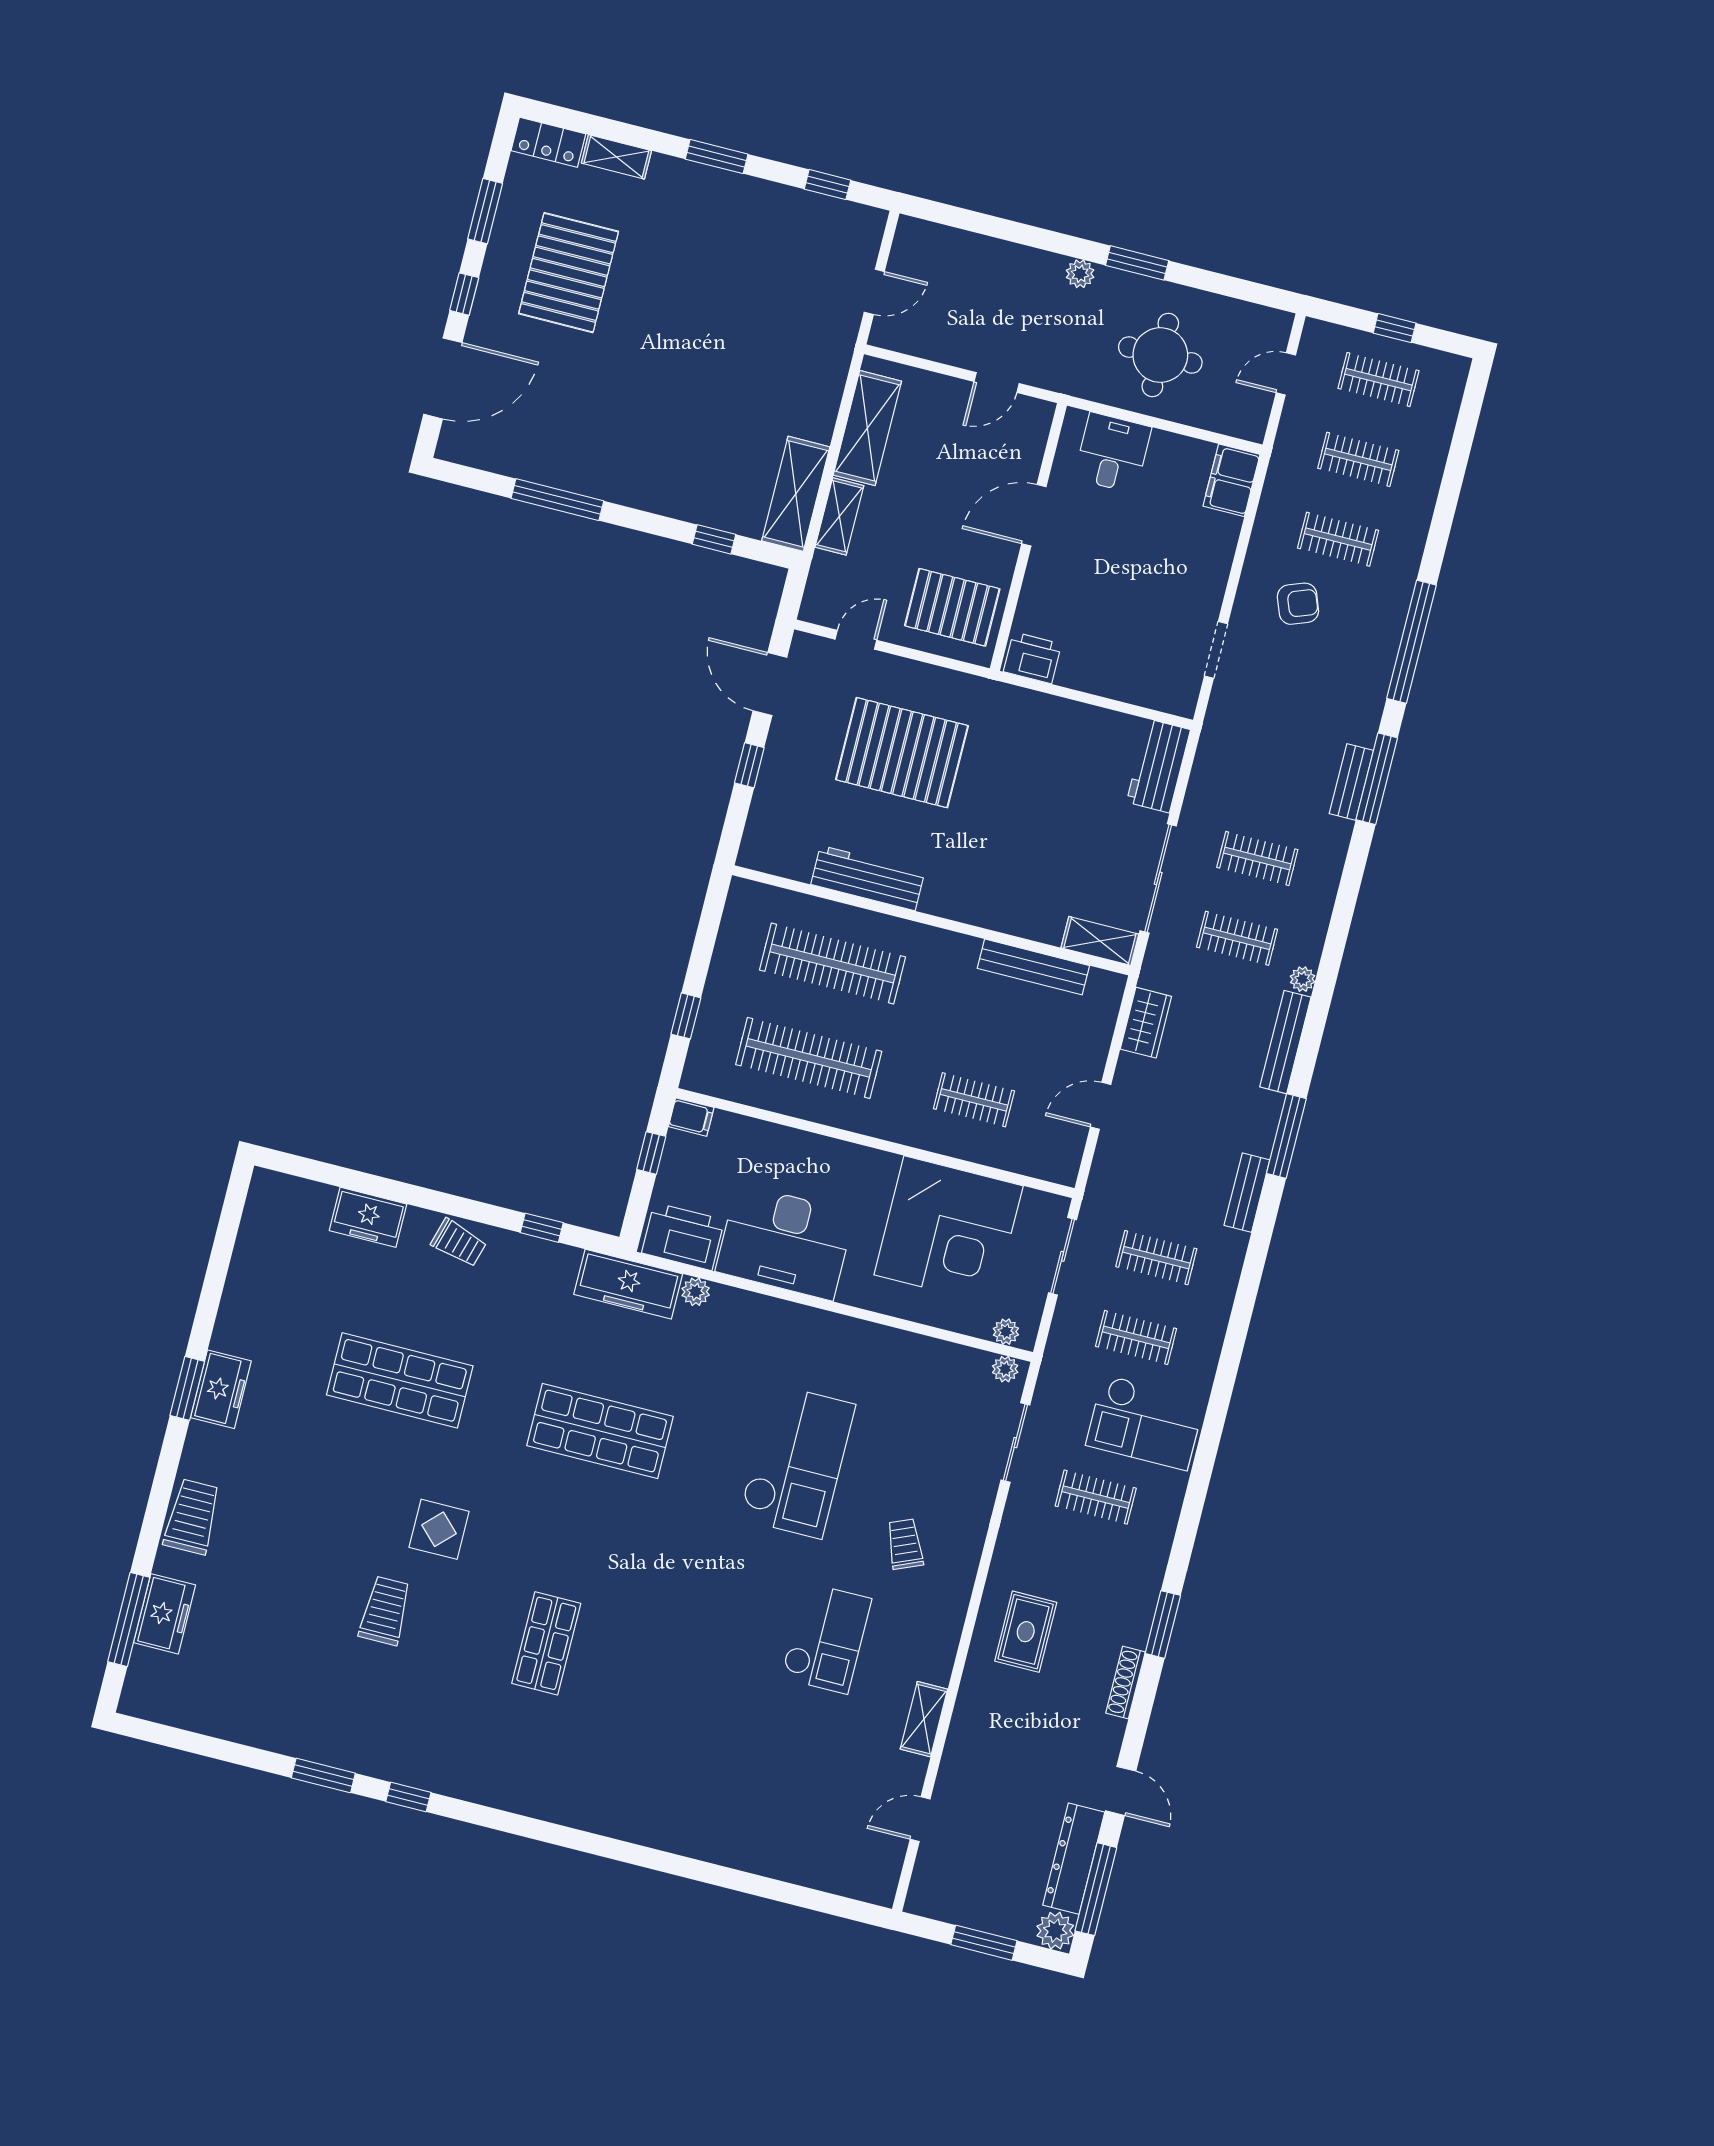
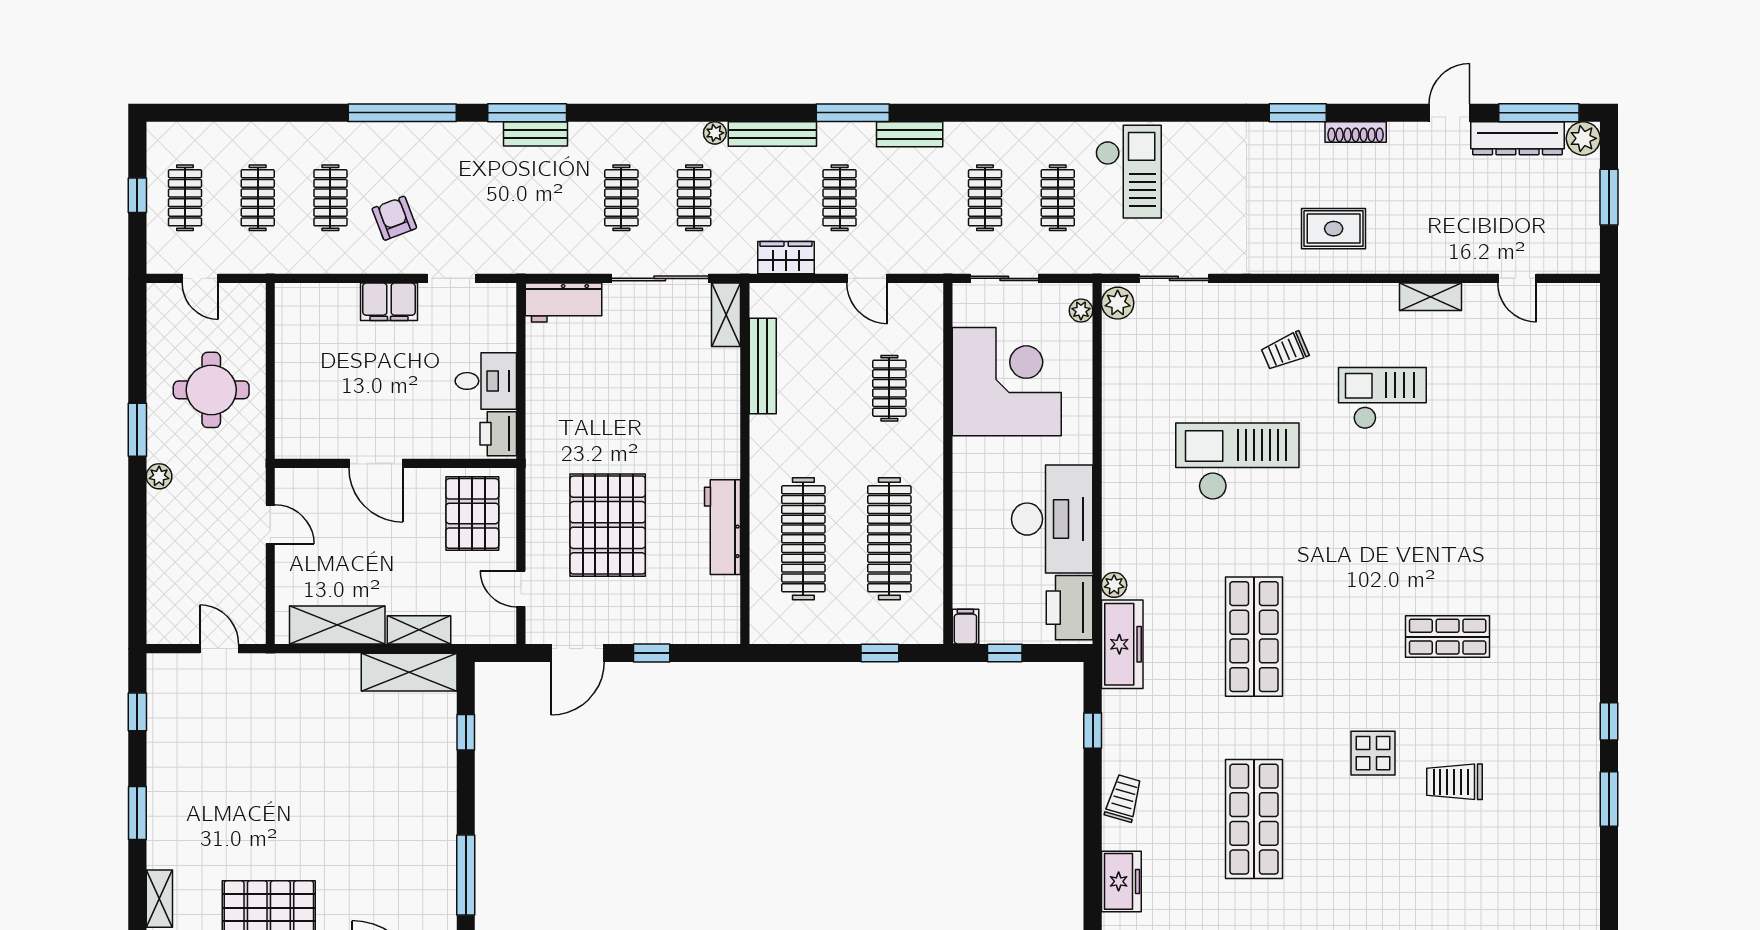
desk: (1113, 453) -> (486, 381), moved, turned 180
filing cabinet: (1232, 480) -> (389, 302), moved
plant: (1005, 1369) -> (1118, 303), width x1.38, depth x1.38
clothes rail: (1096, 1497) -> (840, 198), moved

